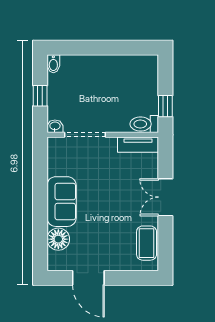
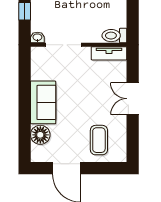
window: (165, 106) -> (133, 20), removed
coffee table: (147, 243) -> (99, 140), moved

